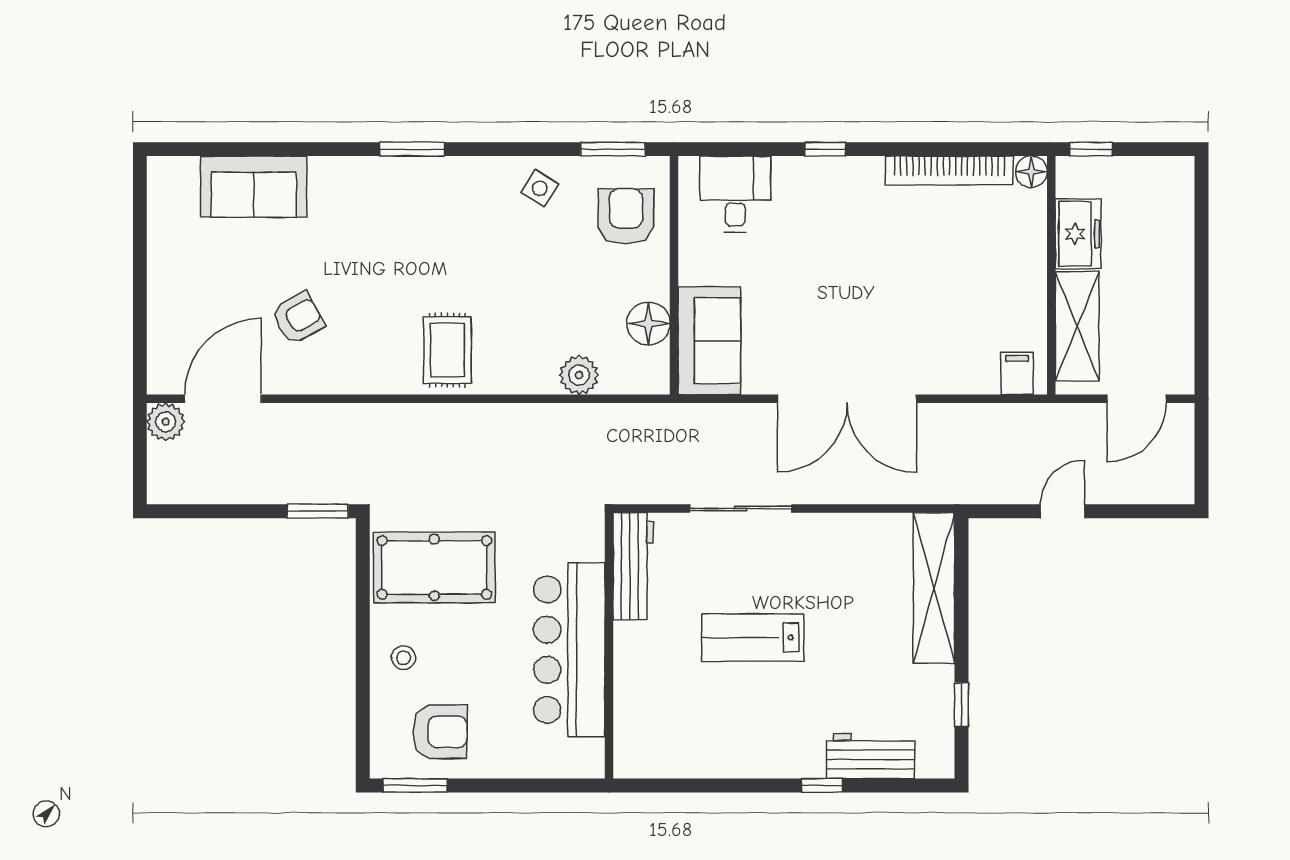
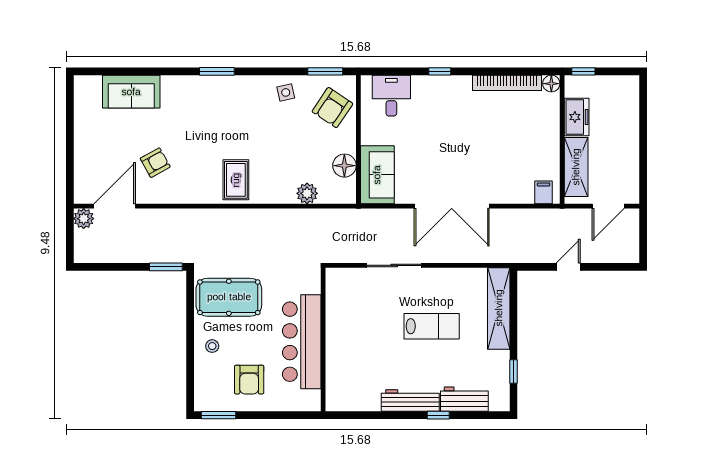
side table: (540, 188) -> (286, 92), turned 45
armchair: (626, 216) -> (332, 108), turned -146
workbench: (633, 566) -> (410, 400), moved, turned -90
lab bench: (753, 637) -> (432, 326), moved, turned 180
armchair: (440, 732) -> (249, 380), moved, turned 90

